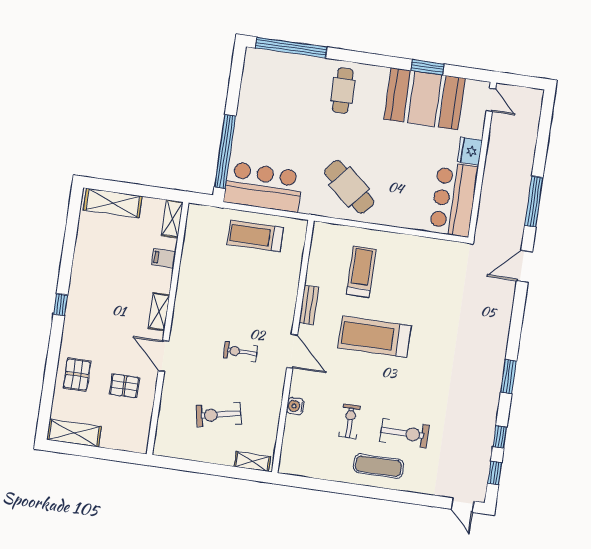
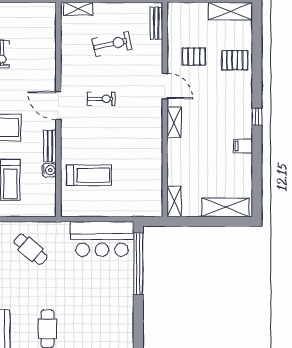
cafe table: (349, 187) -> (31, 249), width x0.73, depth x0.74
treadmill: (255, 236) -> (89, 175), moved
filing cabinet: (164, 258) -> (243, 146), moved, turned 180
pallet: (77, 375) -> (235, 60), turned 90
water cooler: (295, 406) -> (49, 170), moved
bench: (163, 431) -> (156, 23), added

